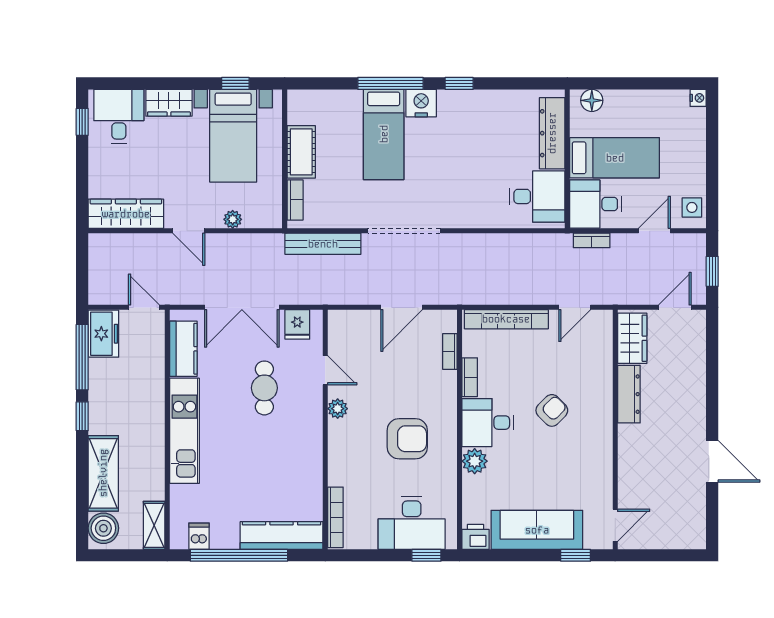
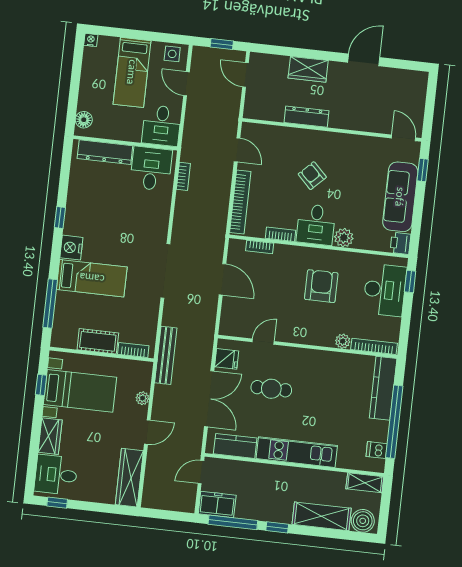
window: (390, 83) -> (50, 304), moved
bed: (615, 158) -> (132, 72), moved, turned 180
bookcase: (592, 240) -> (183, 176), moved
bench: (323, 244) -> (166, 355), moved
wardrobe: (632, 338) -> (308, 69), moved, turned 180
plant: (338, 409) -> (343, 341), moved

